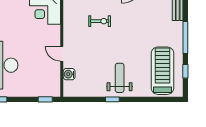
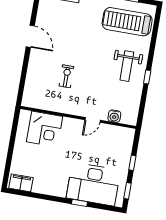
weight bench: (120, 78) -> (127, 66), turned -90
window: (45, 99) -> (132, 163), moved

